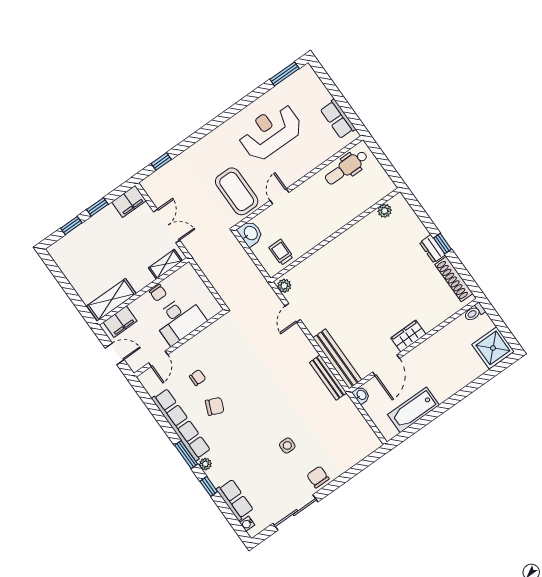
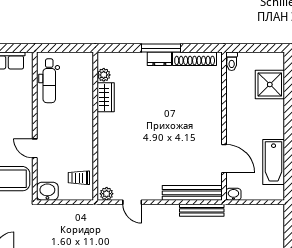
window: (443, 244) -> (161, 48), width x2.17
wardrobe: (408, 336) -> (106, 97), moved, turned 180
shower: (493, 348) -> (270, 84), moved

